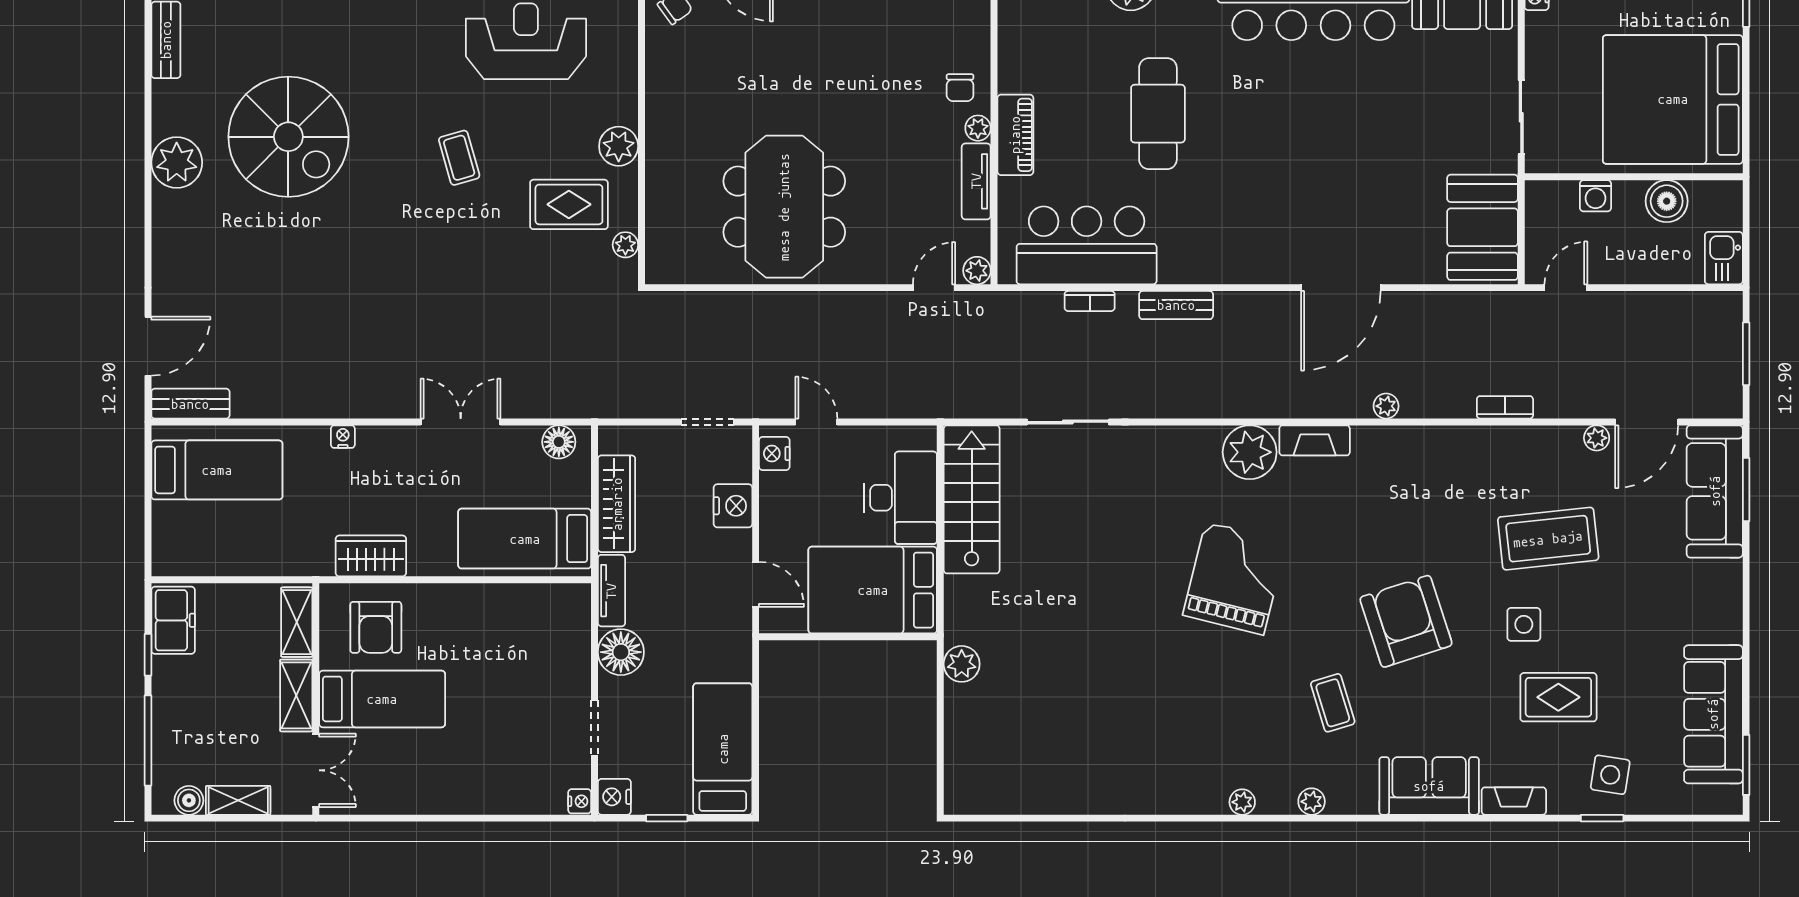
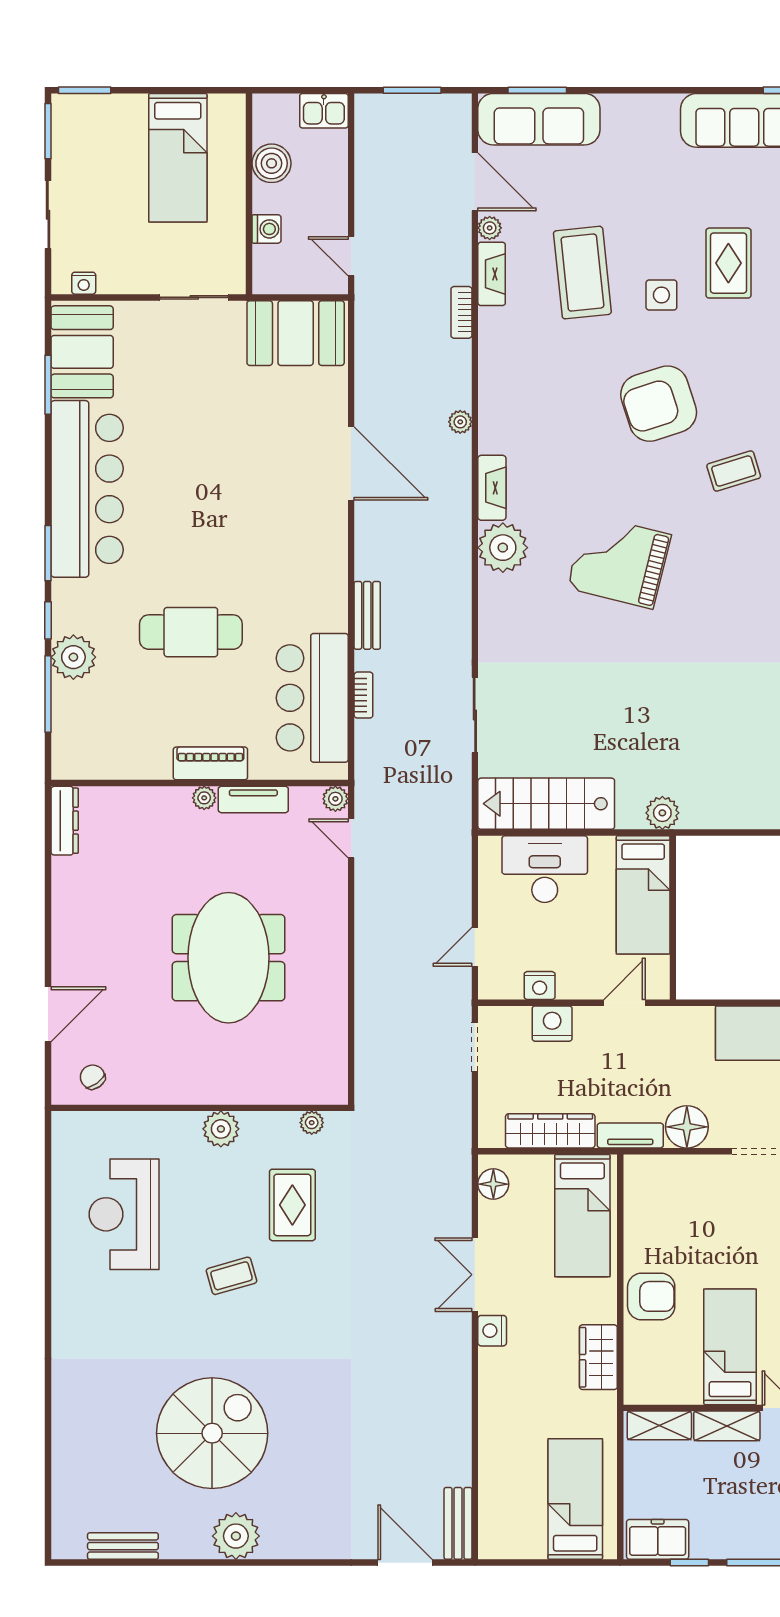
chair: (960, 88) -> (167, 814), removed
bed: (1673, 99) -> (178, 158), width x0.49
rug: (569, 204) -> (292, 1205), moved
meeting table: (784, 207) -> (228, 958), moved, turned 90
nightstand: (343, 437) -> (492, 1331), moved, width x1.39, depth x1.35
fireplace: (1547, 440) -> (492, 274), added
nightstand: (774, 454) -> (540, 986), moved
bed: (217, 470) -> (575, 1499), moved
bed: (873, 590) -> (643, 895), width x0.67
armchair: (376, 627) -> (651, 1296), moved
plant: (962, 664) -> (662, 813), moved

